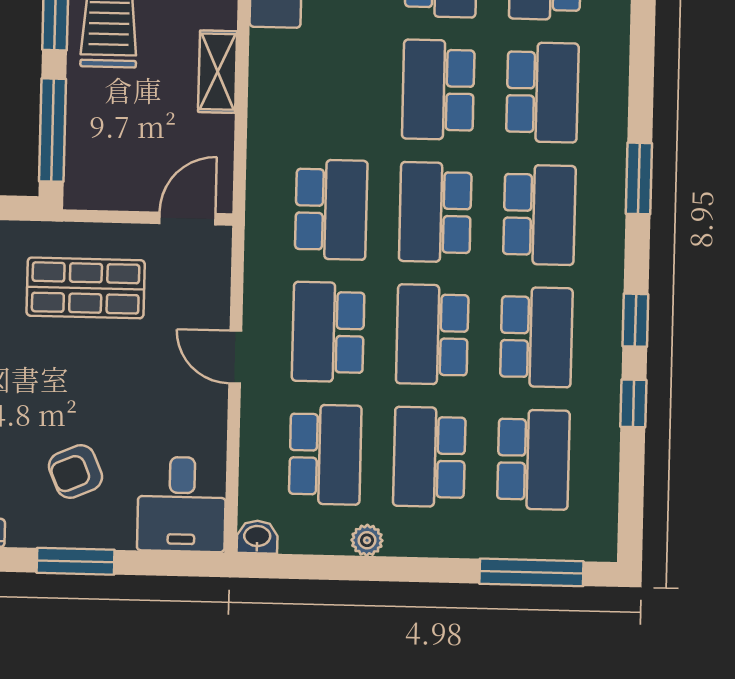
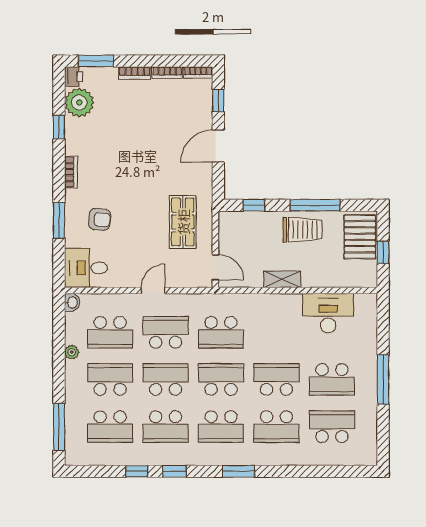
window: (52, 130) -> (254, 205), width x0.46
armchair: (75, 472) -> (100, 219), turned 119

